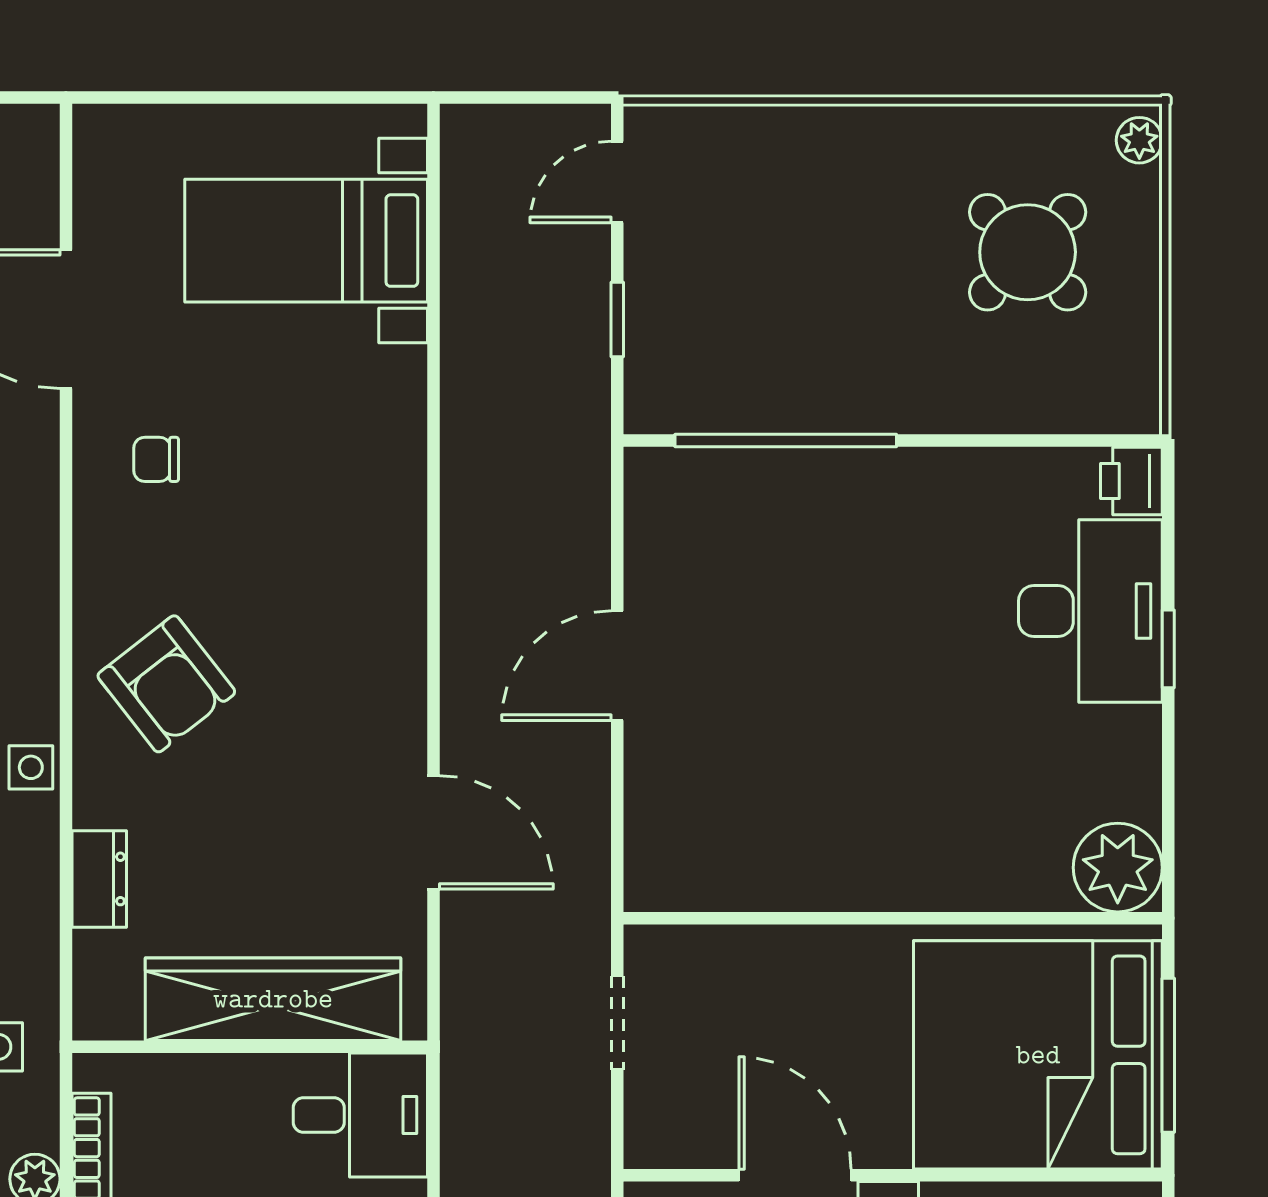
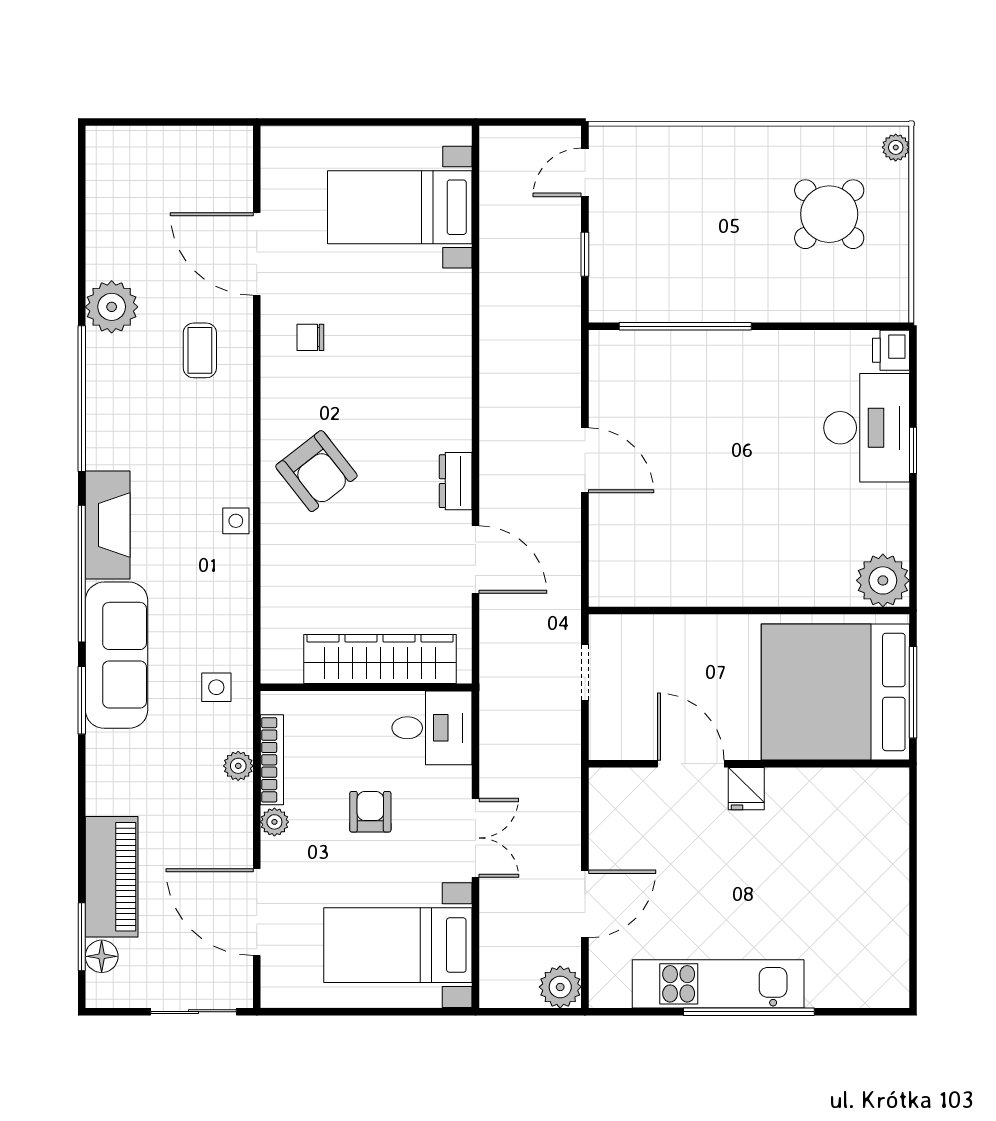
door: (617, 666) -> (585, 460), swing flipped
dresser: (99, 879) -> (456, 481), moved, turned 180

